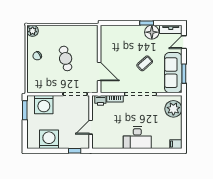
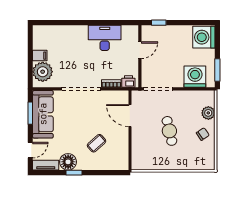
plant: (33, 31) -> (208, 113), moved
coffee table: (145, 63) -> (96, 143), moved
desk: (137, 138) -> (105, 38), moved
washing machine: (49, 139) -> (204, 37), moved, turned 90
filing cabinet: (176, 144) -> (40, 56), moved

